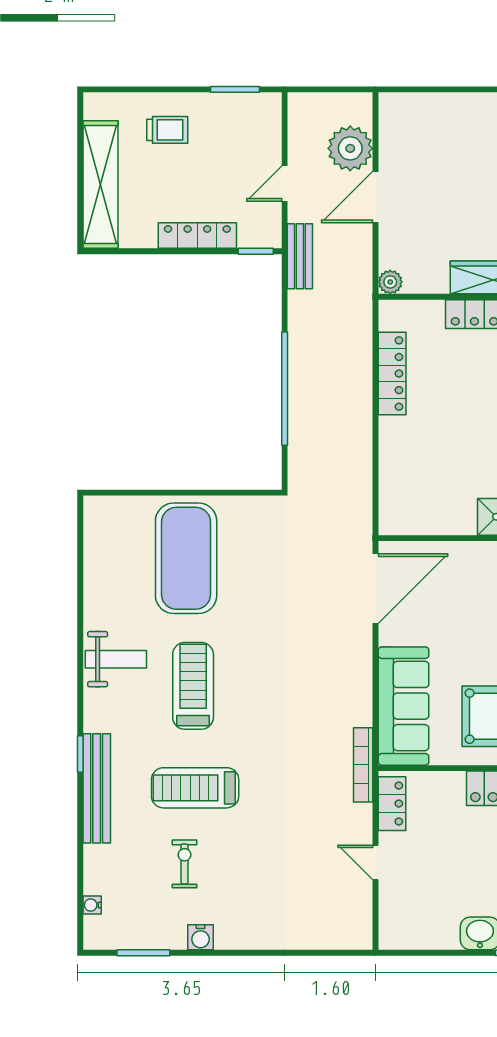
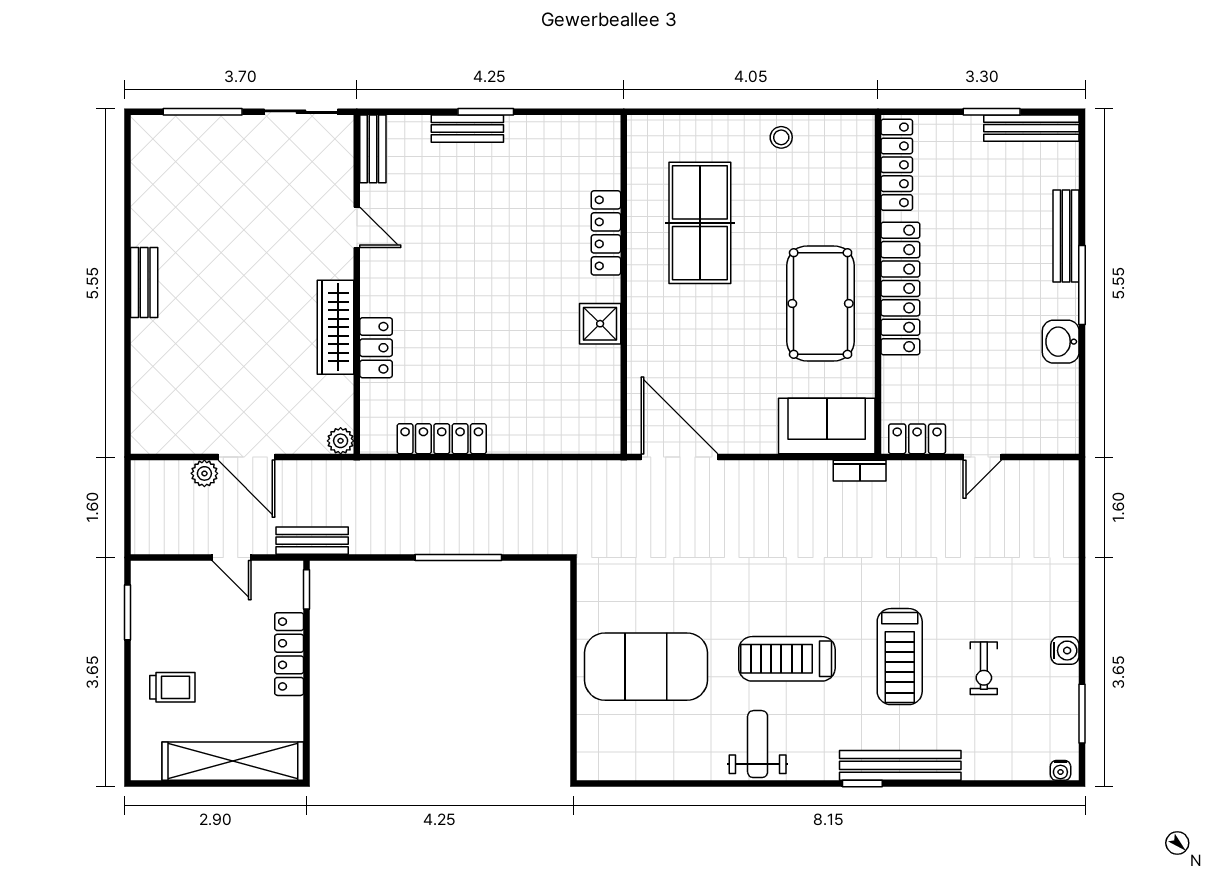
trolley: (167, 130) -> (172, 687), turned 90
plant: (350, 148) -> (204, 473), width x0.53, depth x0.53
window: (285, 389) -> (458, 558), width x0.68
sofa: (404, 706) -> (827, 426), width x0.73
bookcase: (363, 765) -> (860, 471), width x0.64
exercise bike: (184, 864) -> (984, 668), turned -90
water cooler: (92, 905) -> (1060, 770), moved

